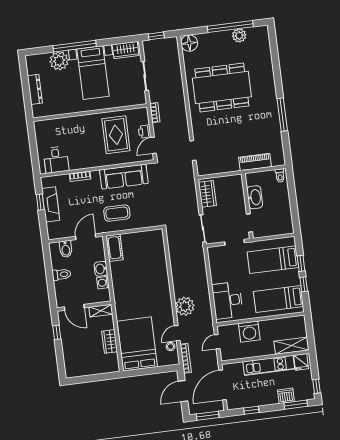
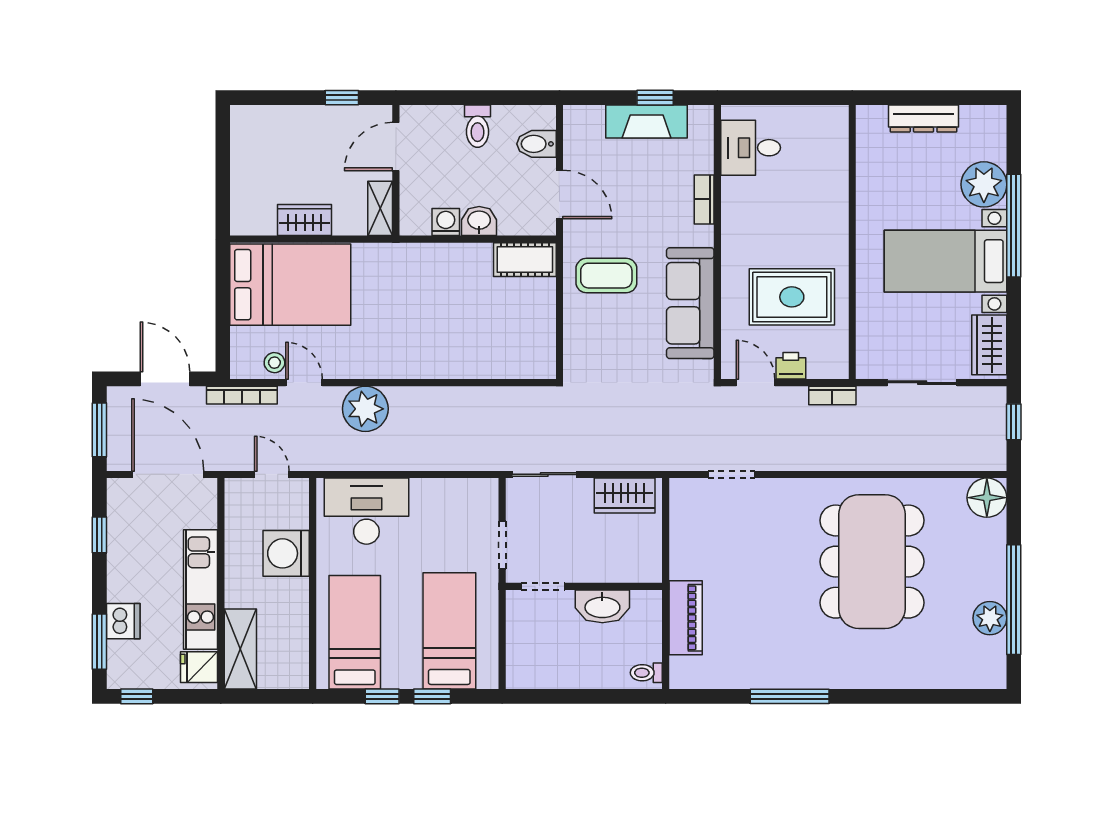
coffee table: (117, 213) -> (606, 276), turned 90

